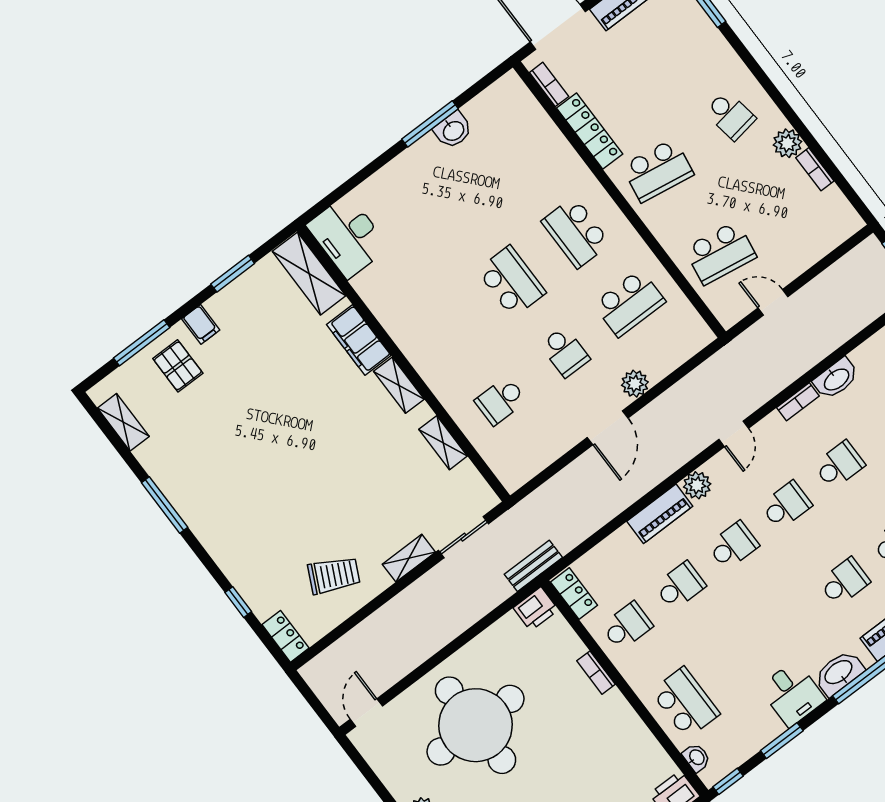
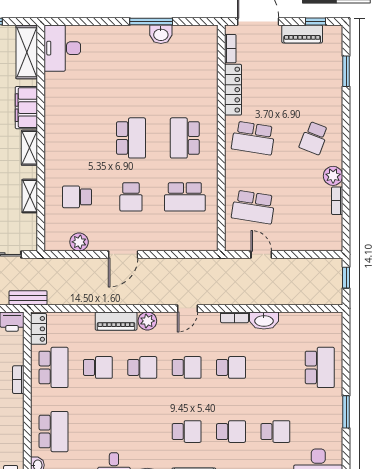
school desk: (730, 115) -> (314, 138), turned 30
plant: (635, 384) -> (79, 242), moved
school desk: (627, 626) -> (54, 367), width x1.85

